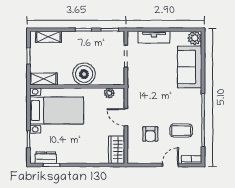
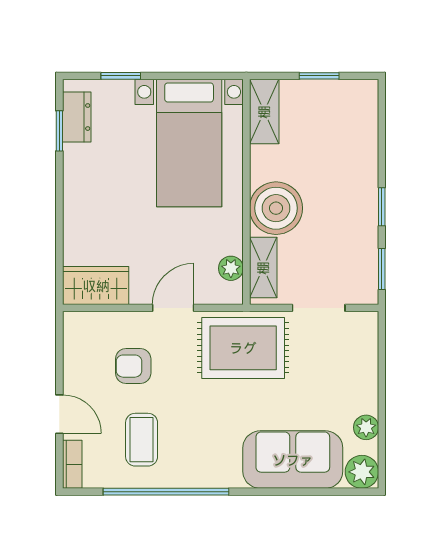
plant: (176, 36) -> (366, 427), added
shelving: (48, 37) -> (263, 268), moved
tv unit: (154, 37) -> (364, 375), removed
rug: (143, 88) -> (243, 348), added

